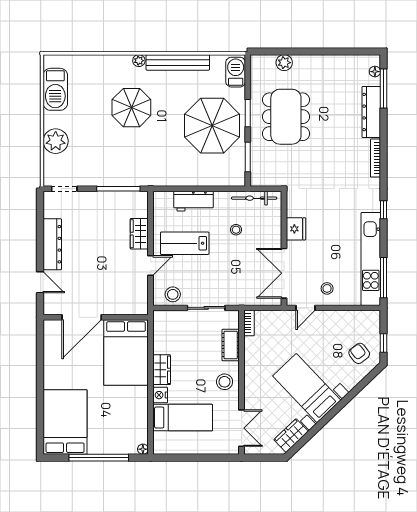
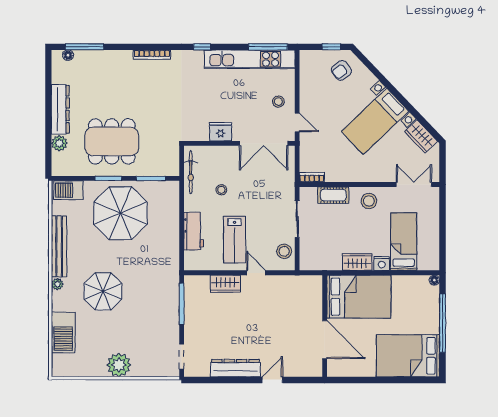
barbecue: (55, 89) -> (63, 332), moved, turned 90
dresser: (371, 112) -> (60, 109), moved, turned -90
plant: (56, 141) -> (119, 365), moved
door: (82, 317) -> (325, 340), moved
wall: (96, 317) -> (325, 326), moved
bed: (126, 353) -> (359, 297), moved

